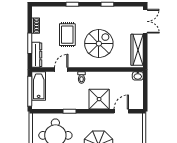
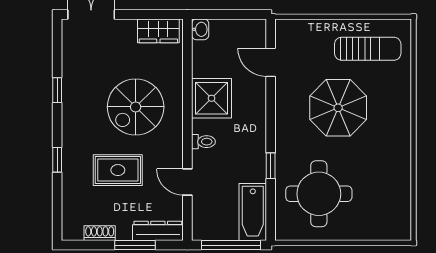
spiral stairs: (99, 44) -> (136, 107), turned -90
wardrobe: (137, 50) -> (158, 31), width x0.67
bathtub: (39, 86) -> (253, 212), moved, turned -90
shower: (99, 99) -> (212, 98), moved

